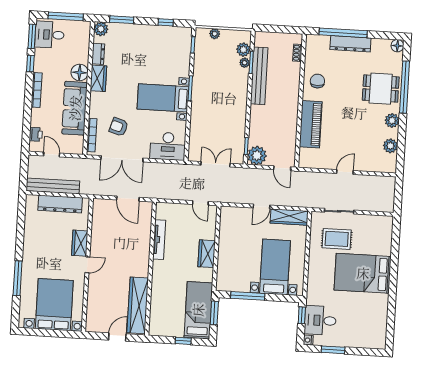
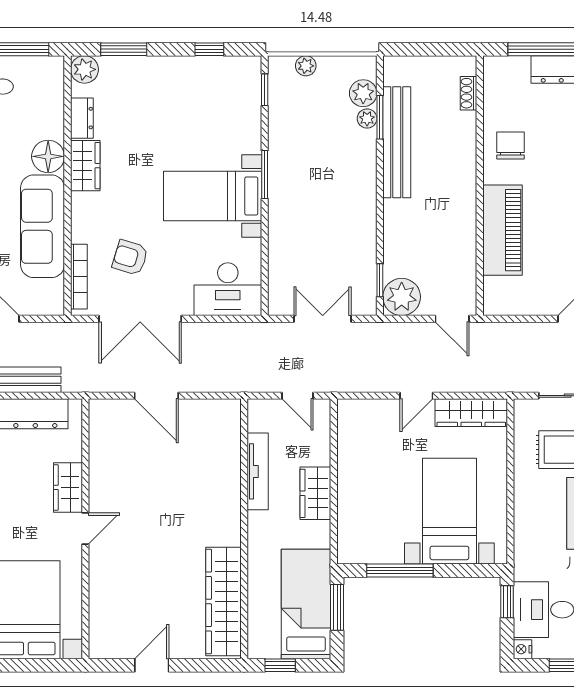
tv unit: (159, 240) -> (258, 471), moved
wall: (151, 269) -> (244, 529), moved
wardrobe: (138, 305) -> (223, 601), moved

